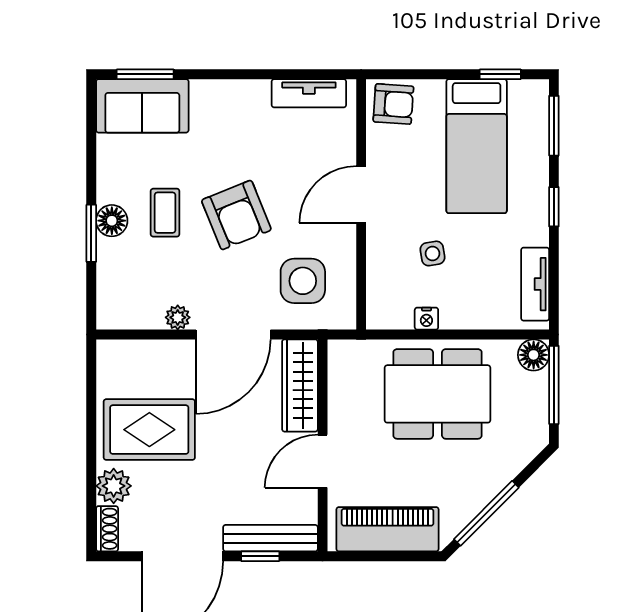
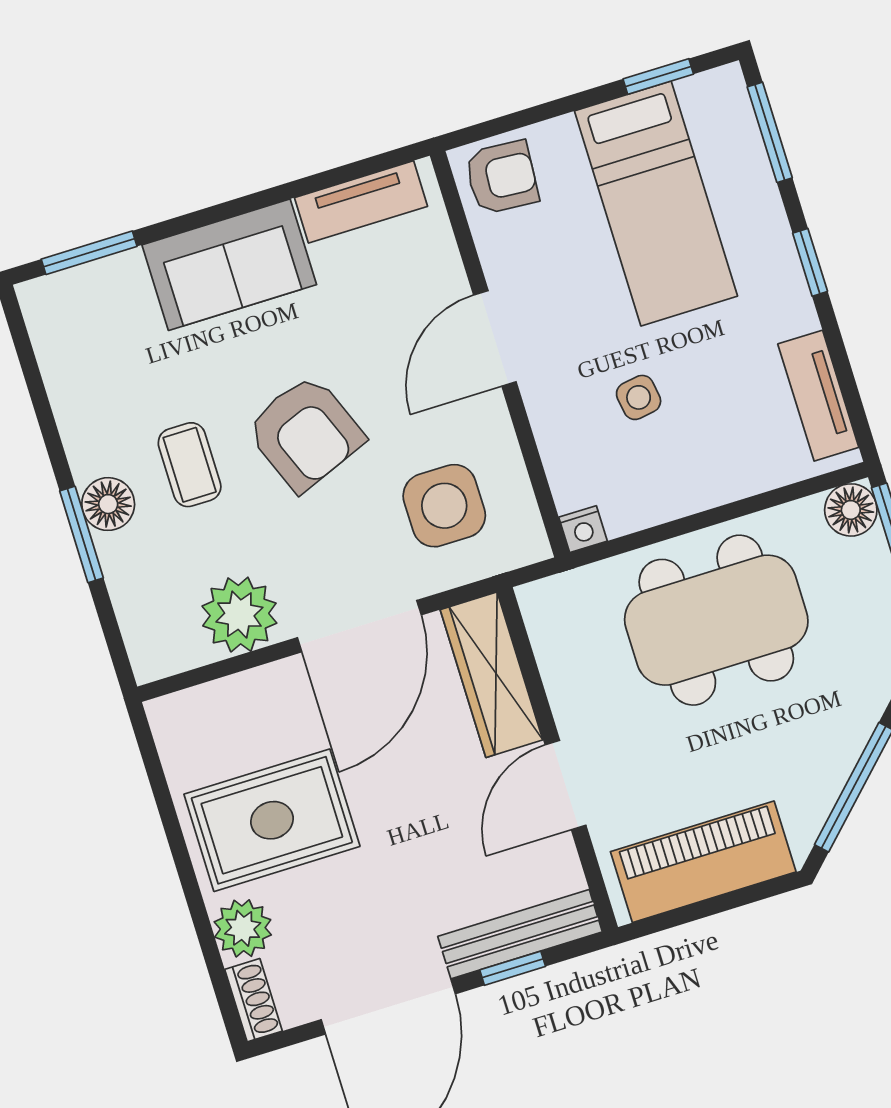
sofa: (142, 106) -> (229, 265), moved
plant: (178, 317) -> (239, 615), width x1.88, depth x1.88
nightstand: (426, 319) -> (583, 529), moved

